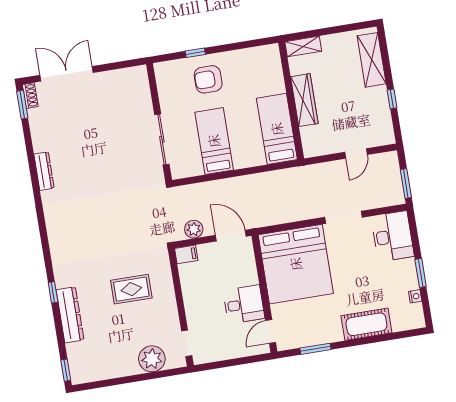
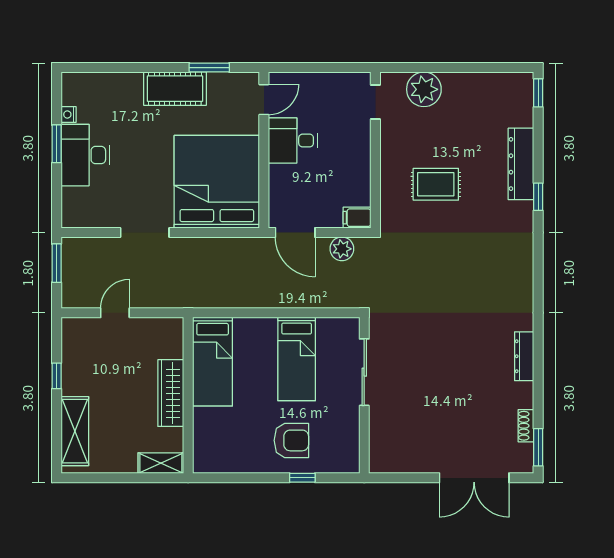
shoe rack: (30, 96) -> (526, 426), moved
desk: (392, 236) -> (85, 155), moved
cot: (366, 324) -> (175, 89), moved

